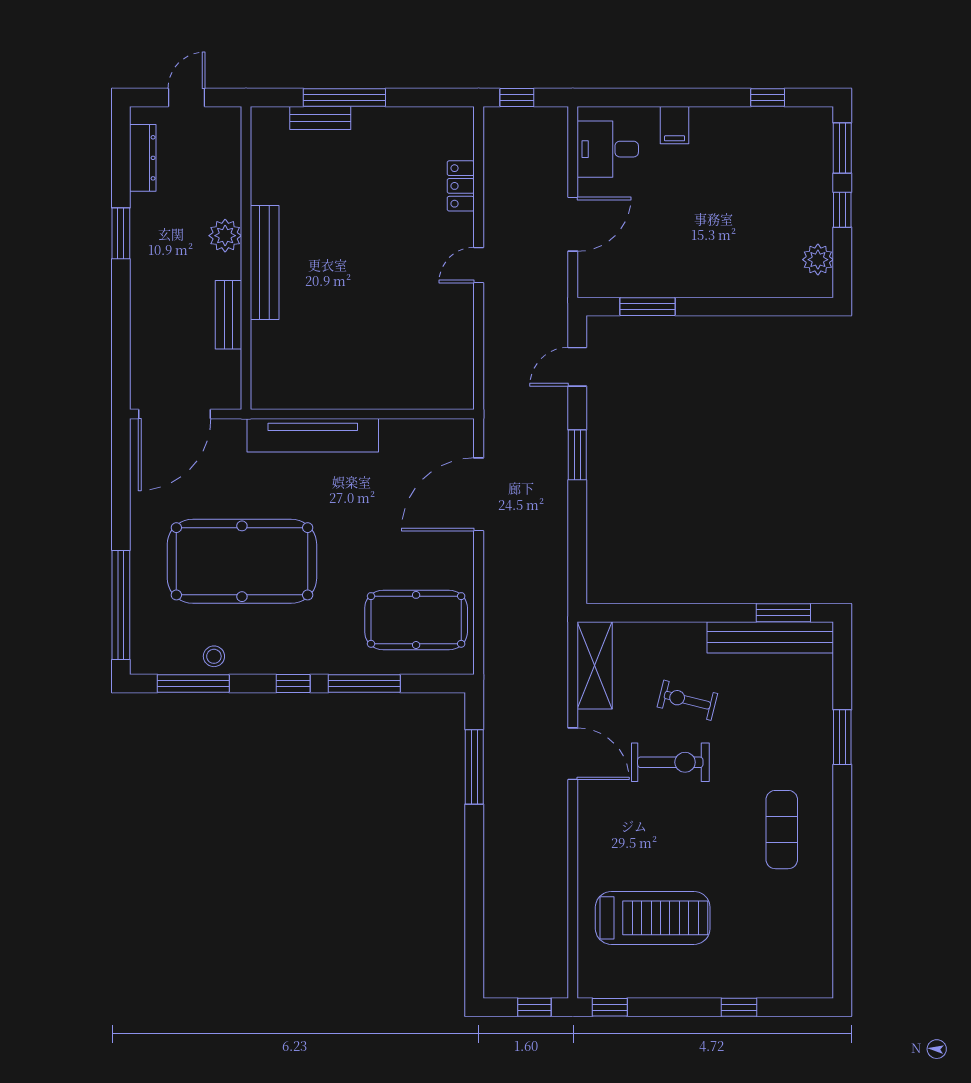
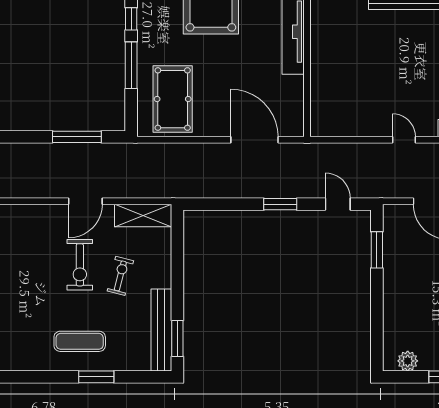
exercise mat: (782, 830) -> (80, 341), moved

